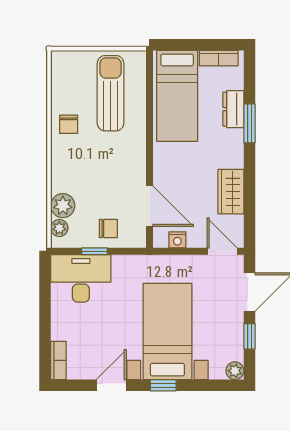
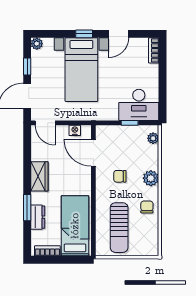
wardrobe: (231, 192) -> (39, 176), moved
plant: (63, 206) -> (151, 178), moved
chair: (108, 229) -> (120, 176), moved

